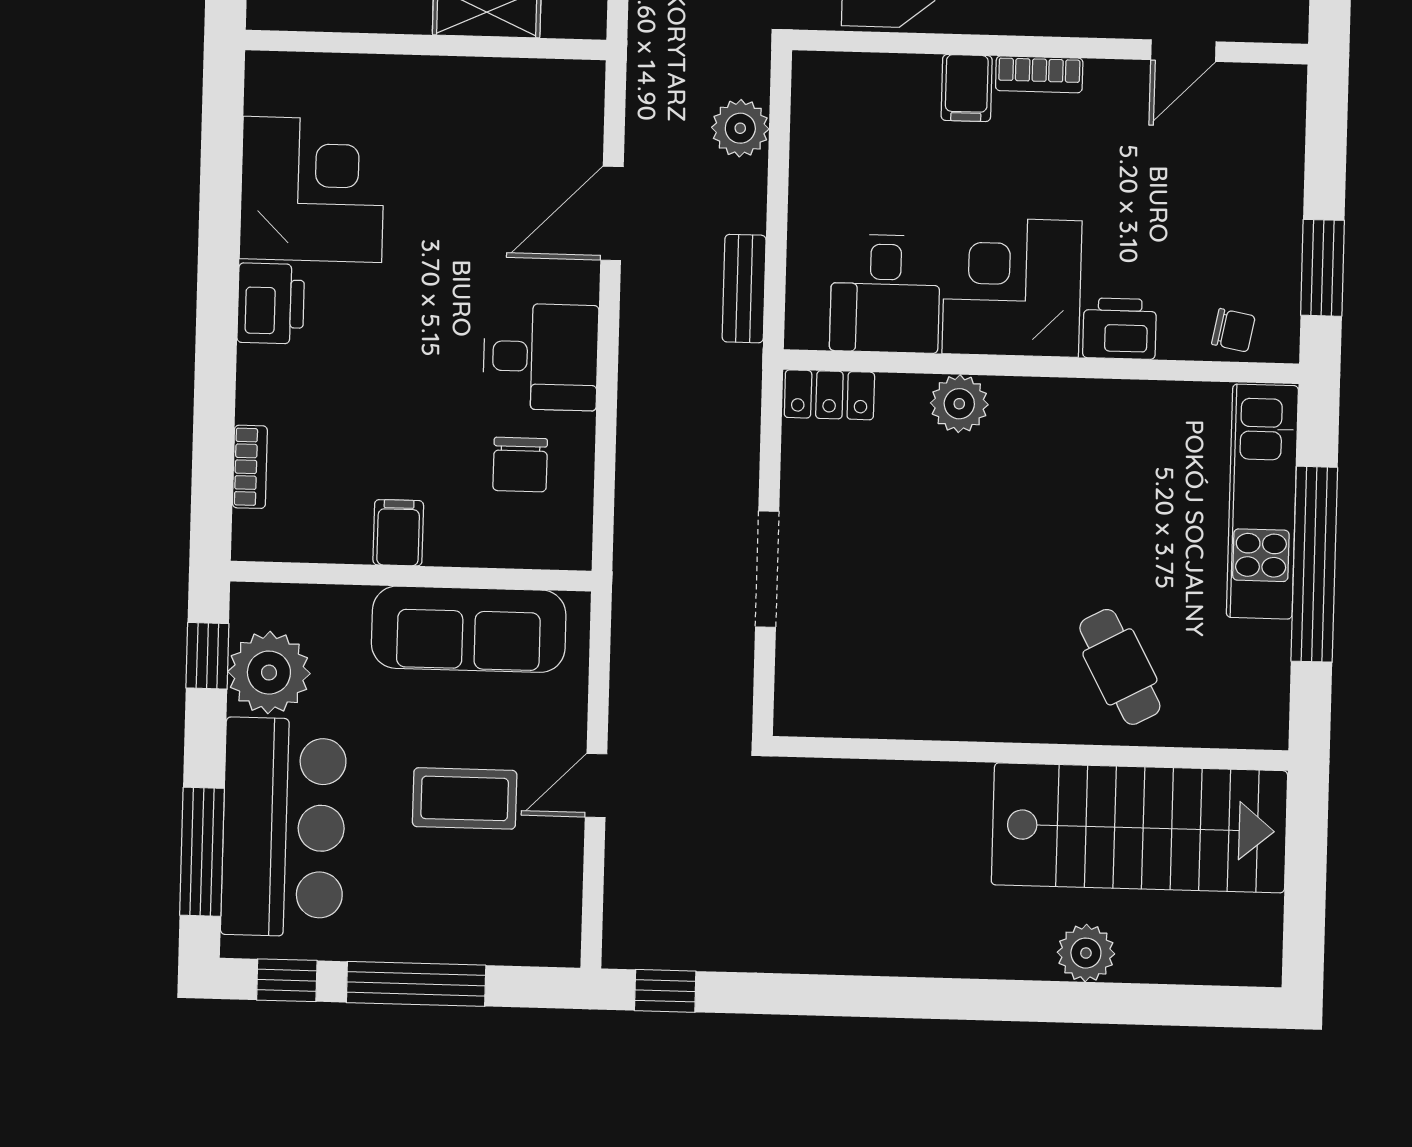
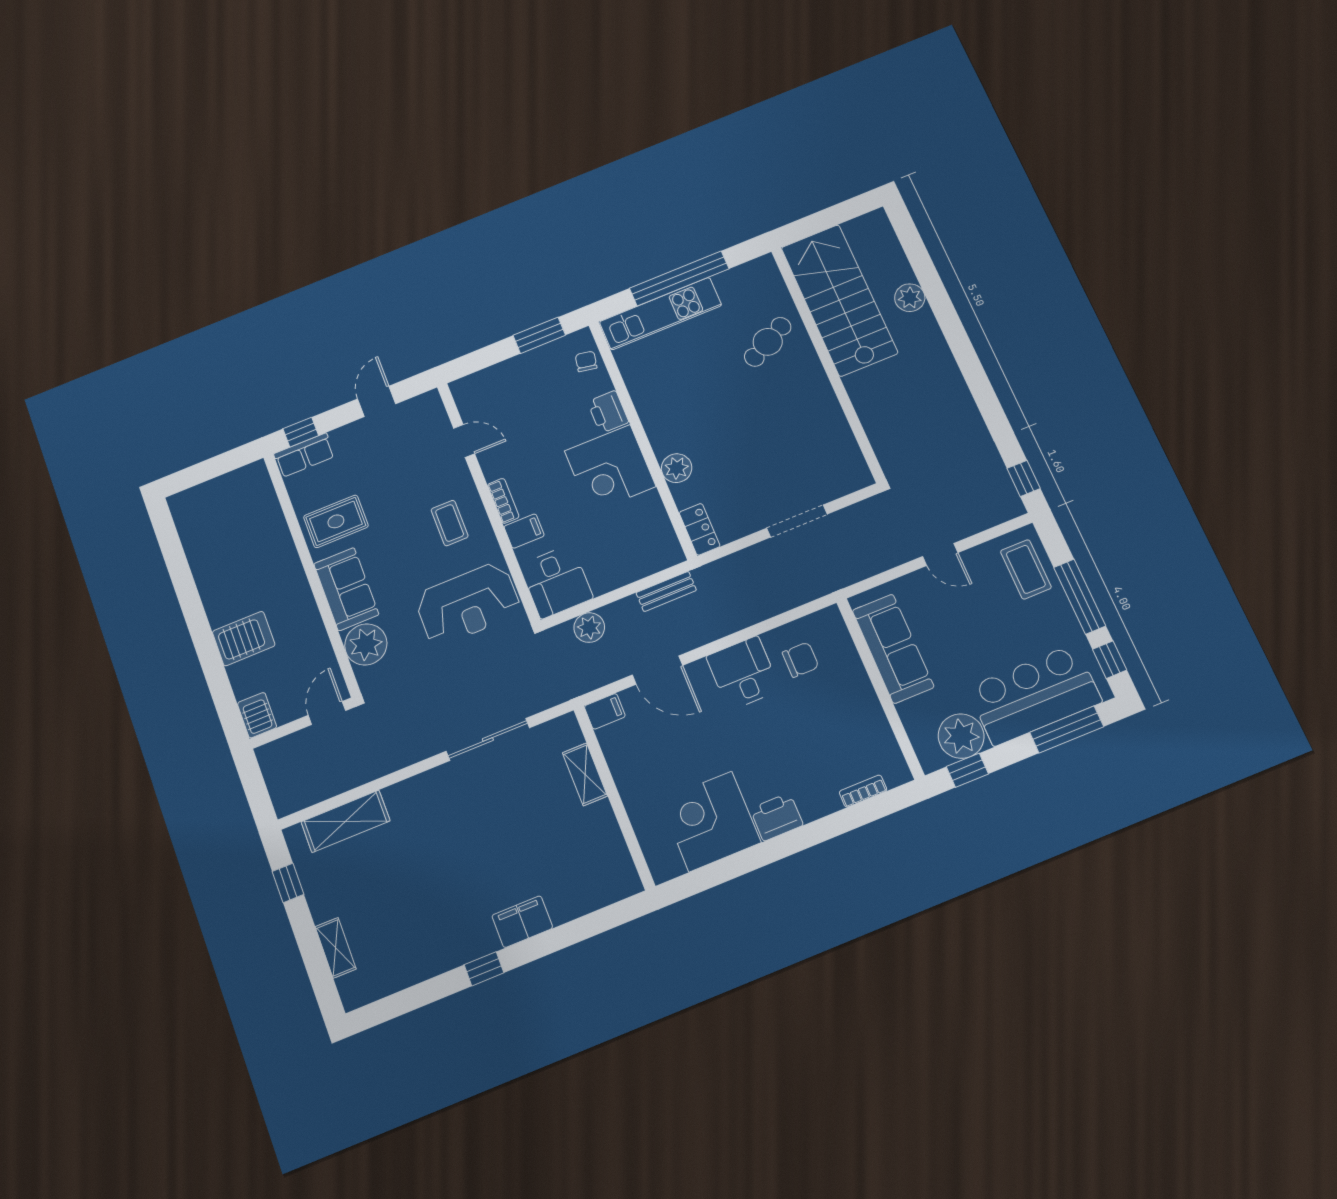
desk: (885, 294) -> (556, 582), moved, turned 90
filing cabinet: (398, 533) -> (605, 711), moved, turned 180
coffee table: (465, 798) -> (1026, 569), moved

